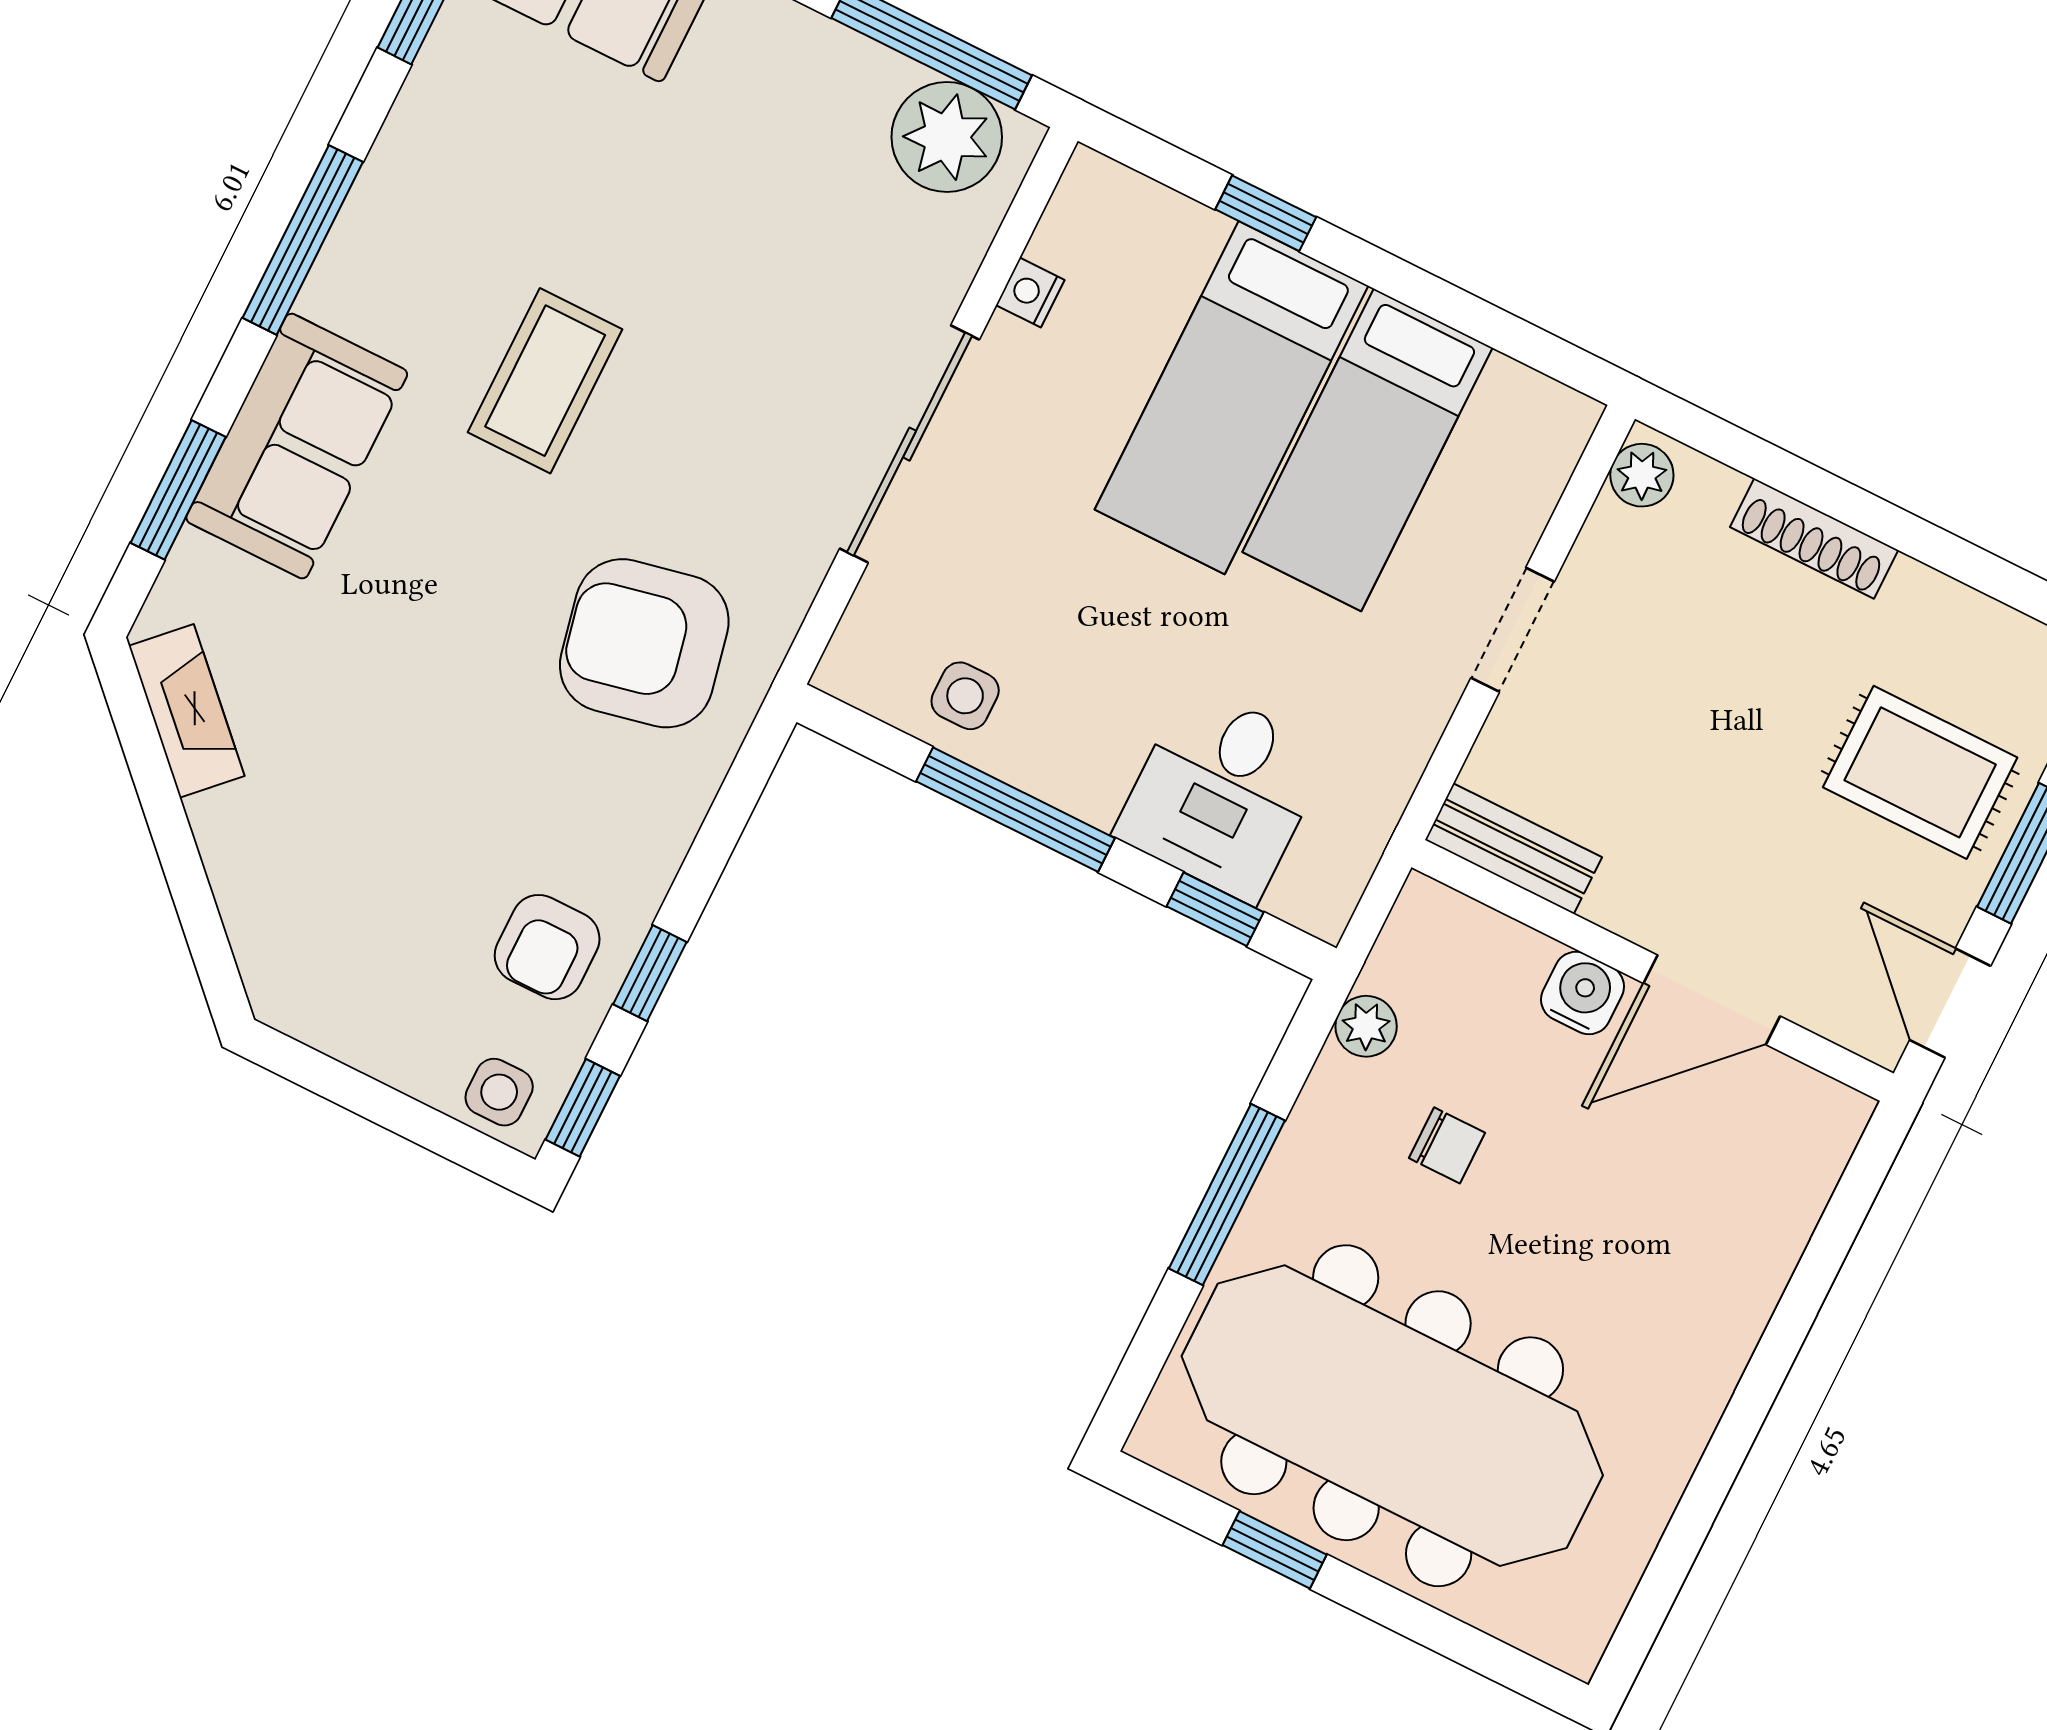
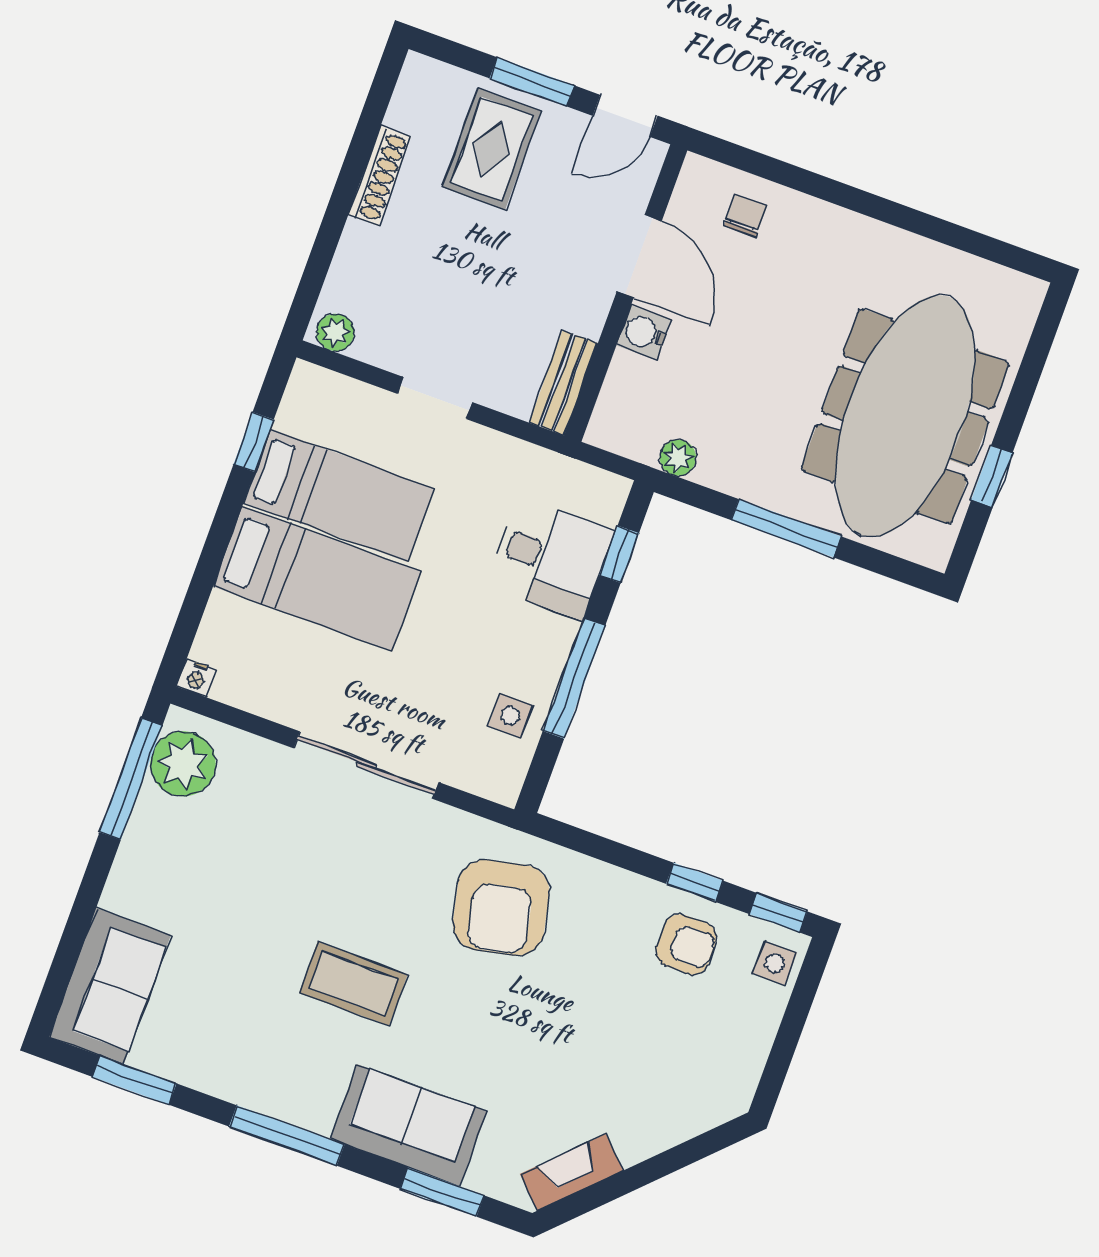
window: (1266, 213) -> (254, 442), moved
nightstand: (1030, 292) -> (196, 678), moved
shoe rack: (1814, 538) -> (380, 176), moved
chair: (1447, 1145) -> (746, 216), moved

